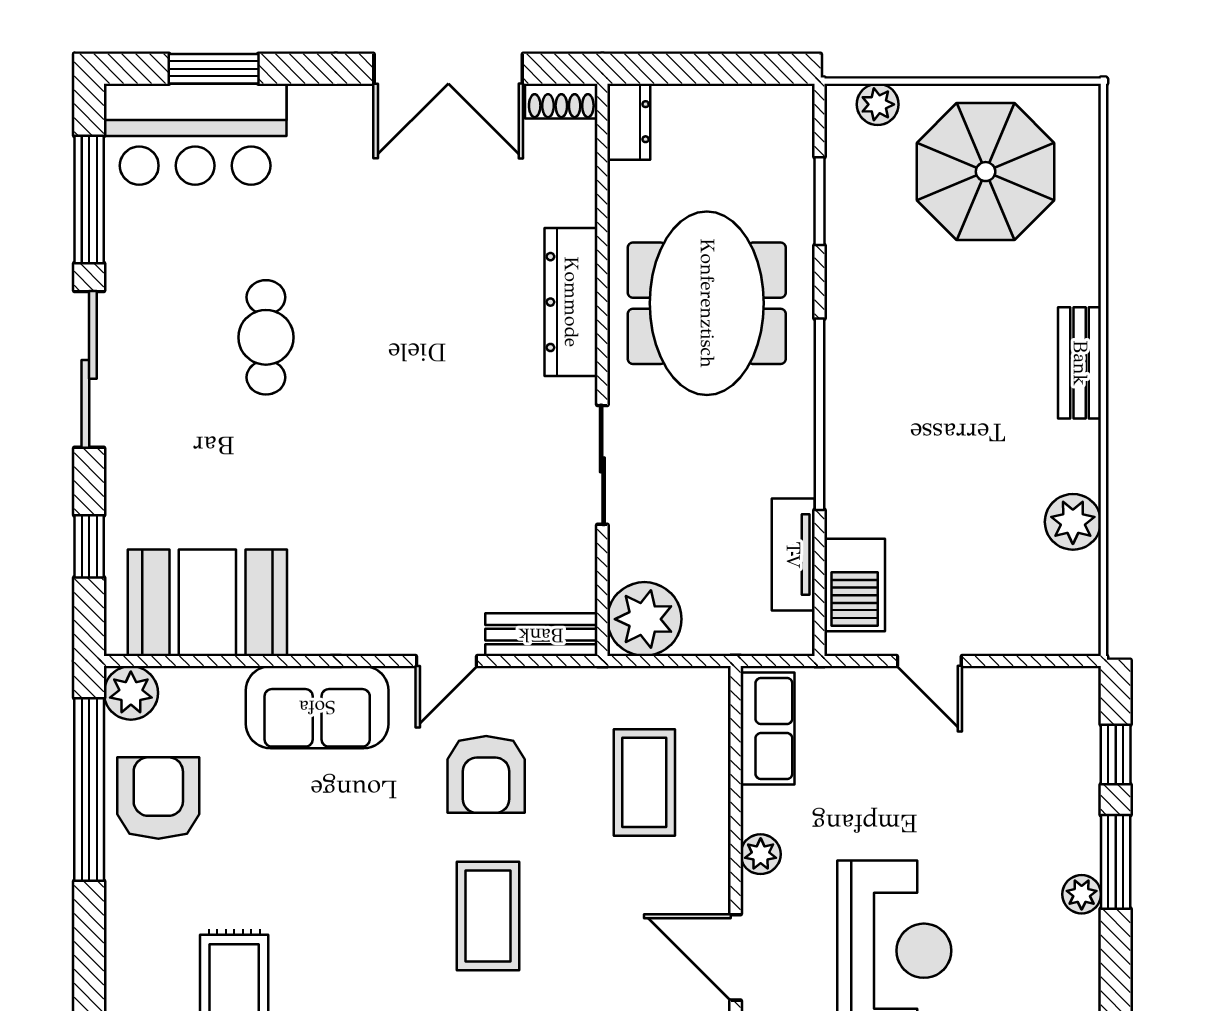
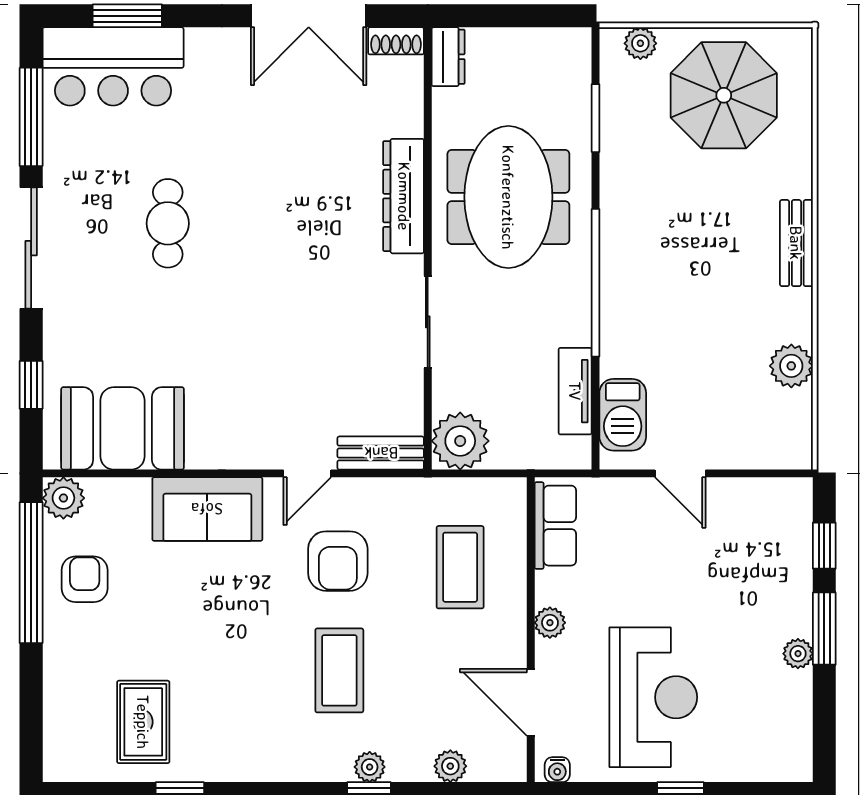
armchair: (158, 798) -> (85, 579), width x0.72, depth x0.72

